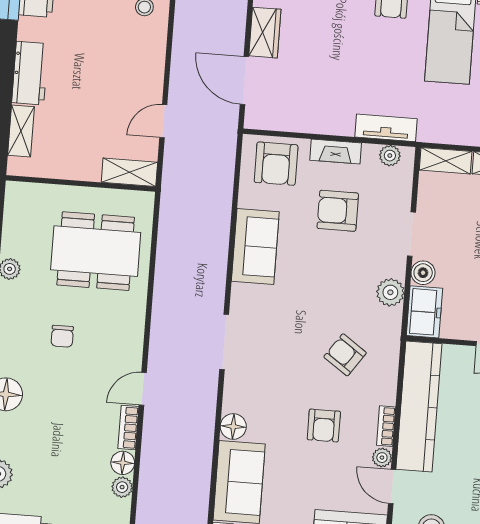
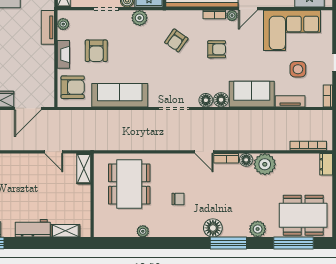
sofa: (255, 247) -> (120, 95), width x1.36
floor lamp: (235, 399) -> (206, 100), added
plant: (122, 487) -> (265, 164), width x1.87, depth x1.87

